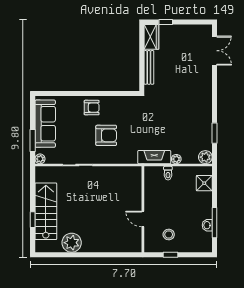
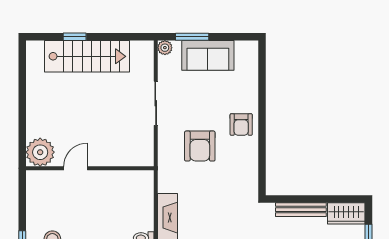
sofa: (45, 124) -> (208, 55), width x0.73
wall: (143, 209) -> (90, 168), moved
door: (143, 219) -> (76, 168), moved
plant: (72, 243) -> (40, 152), moved

